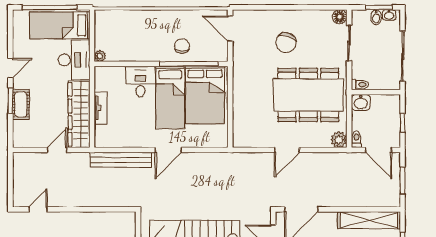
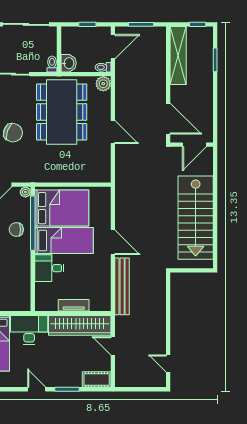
plant: (100, 56) -> (25, 192), moved
cot: (21, 104) -> (97, 379), moved

